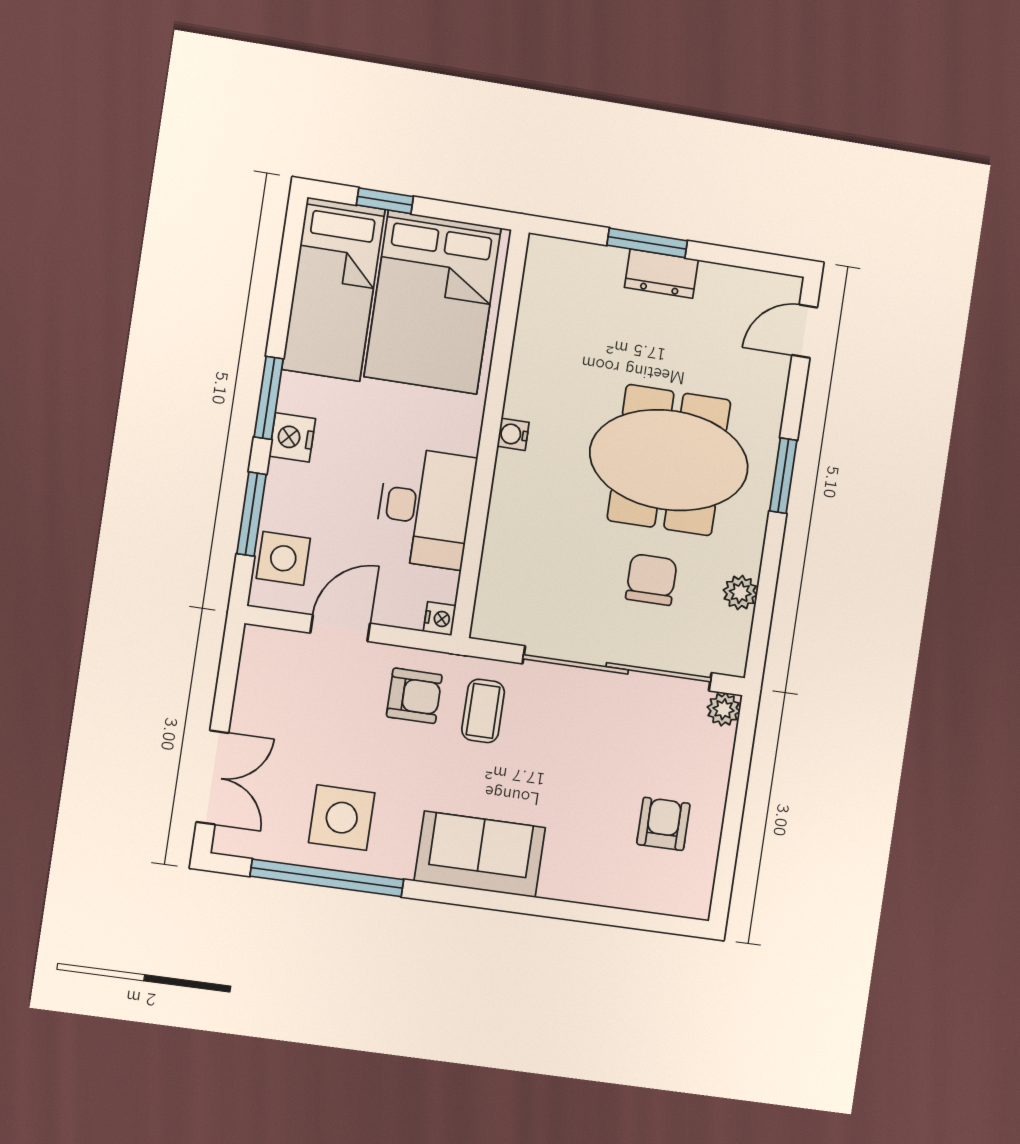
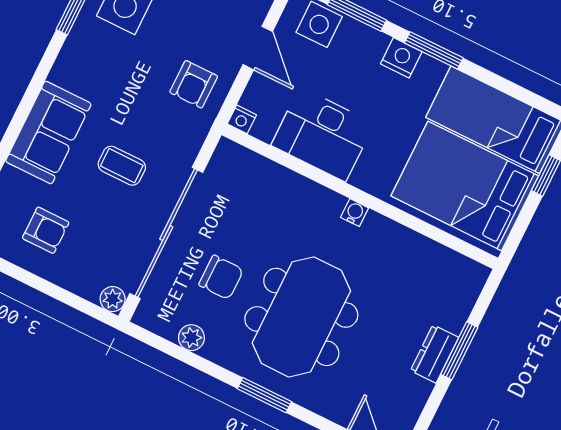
coffee table: (483, 711) -> (122, 166), moved
sofa: (480, 854) -> (48, 133), moved

